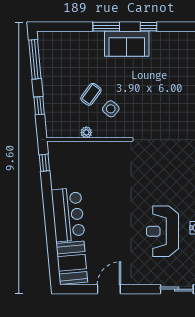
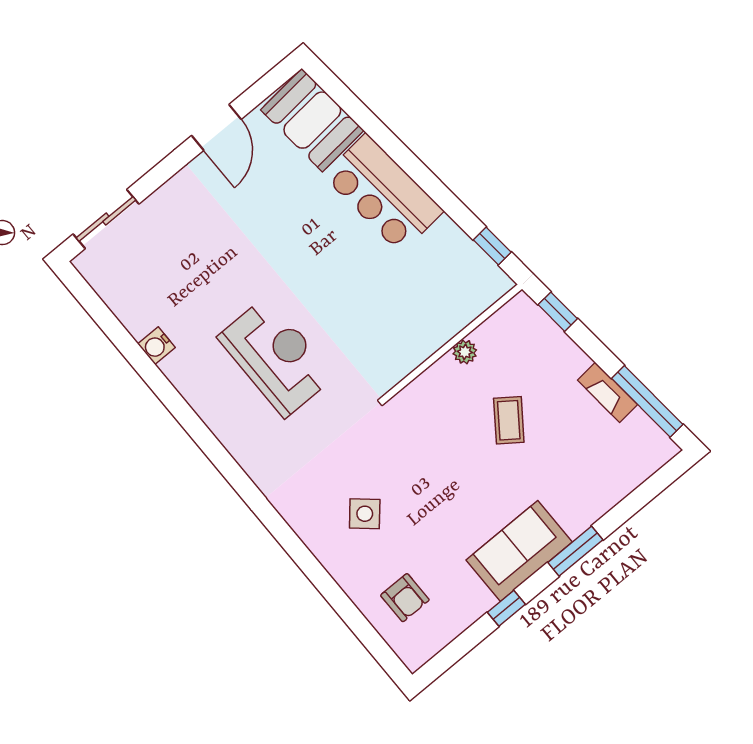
armchair: (182, 61) -> (405, 598), added
fireplace: (47, 75) -> (608, 392), added
window: (39, 106) -> (558, 312), moved
side table: (111, 109) -> (365, 514), moved
reception desk: (162, 231) -> (276, 357), moved

